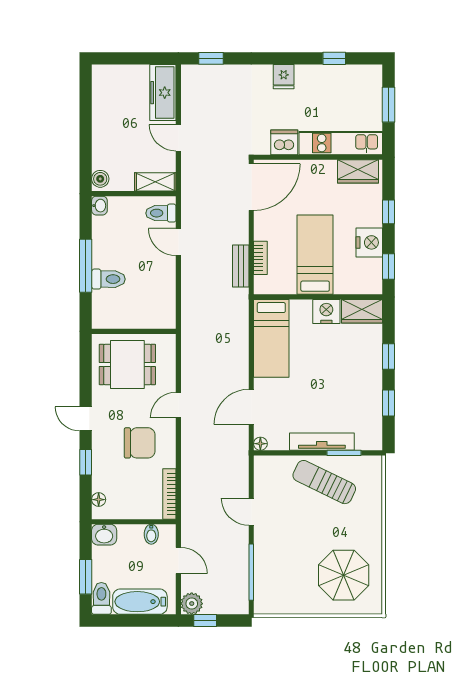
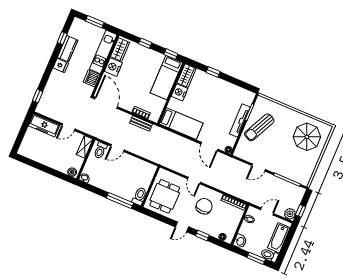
kitchen counter: (319, 76) -> (68, 49), added
nightstand: (369, 242) -> (113, 67), moved, turned -90
bed: (315, 255) -> (166, 78), moved, turned -90
window: (86, 266) -> (120, 201), moved
toilet: (108, 279) -> (139, 196), moved
window: (389, 403) -> (235, 81), removed

